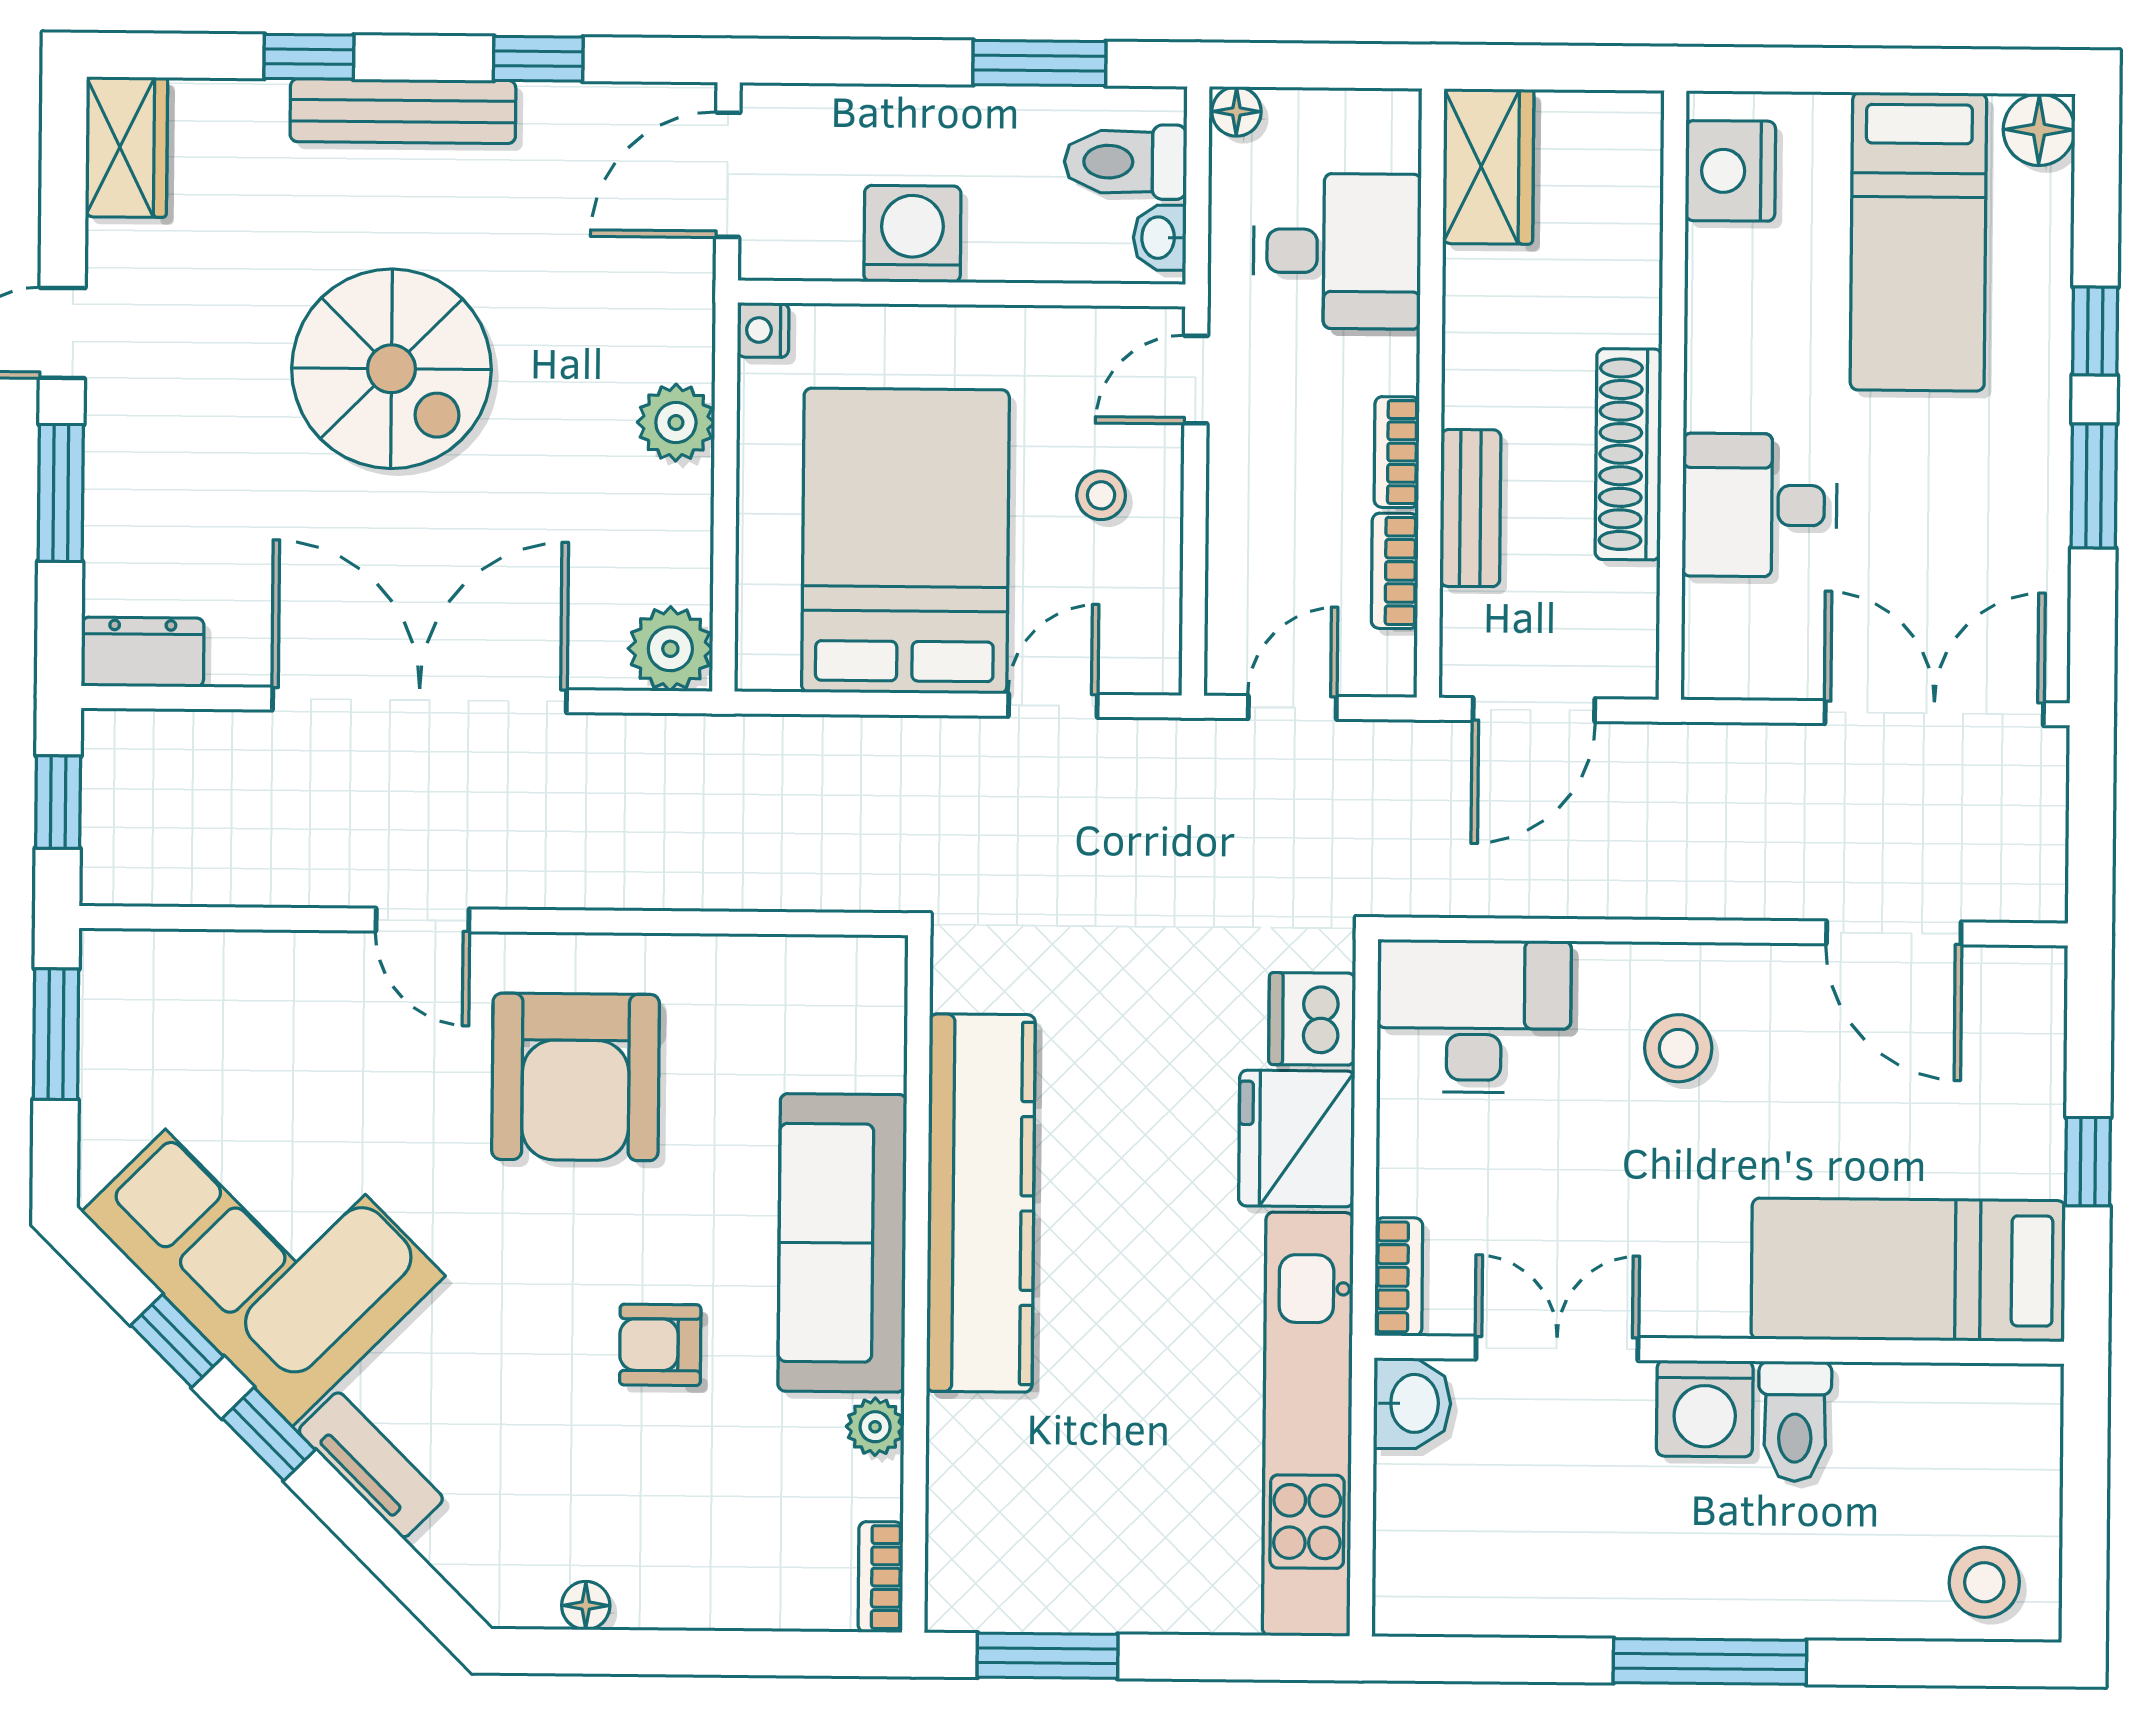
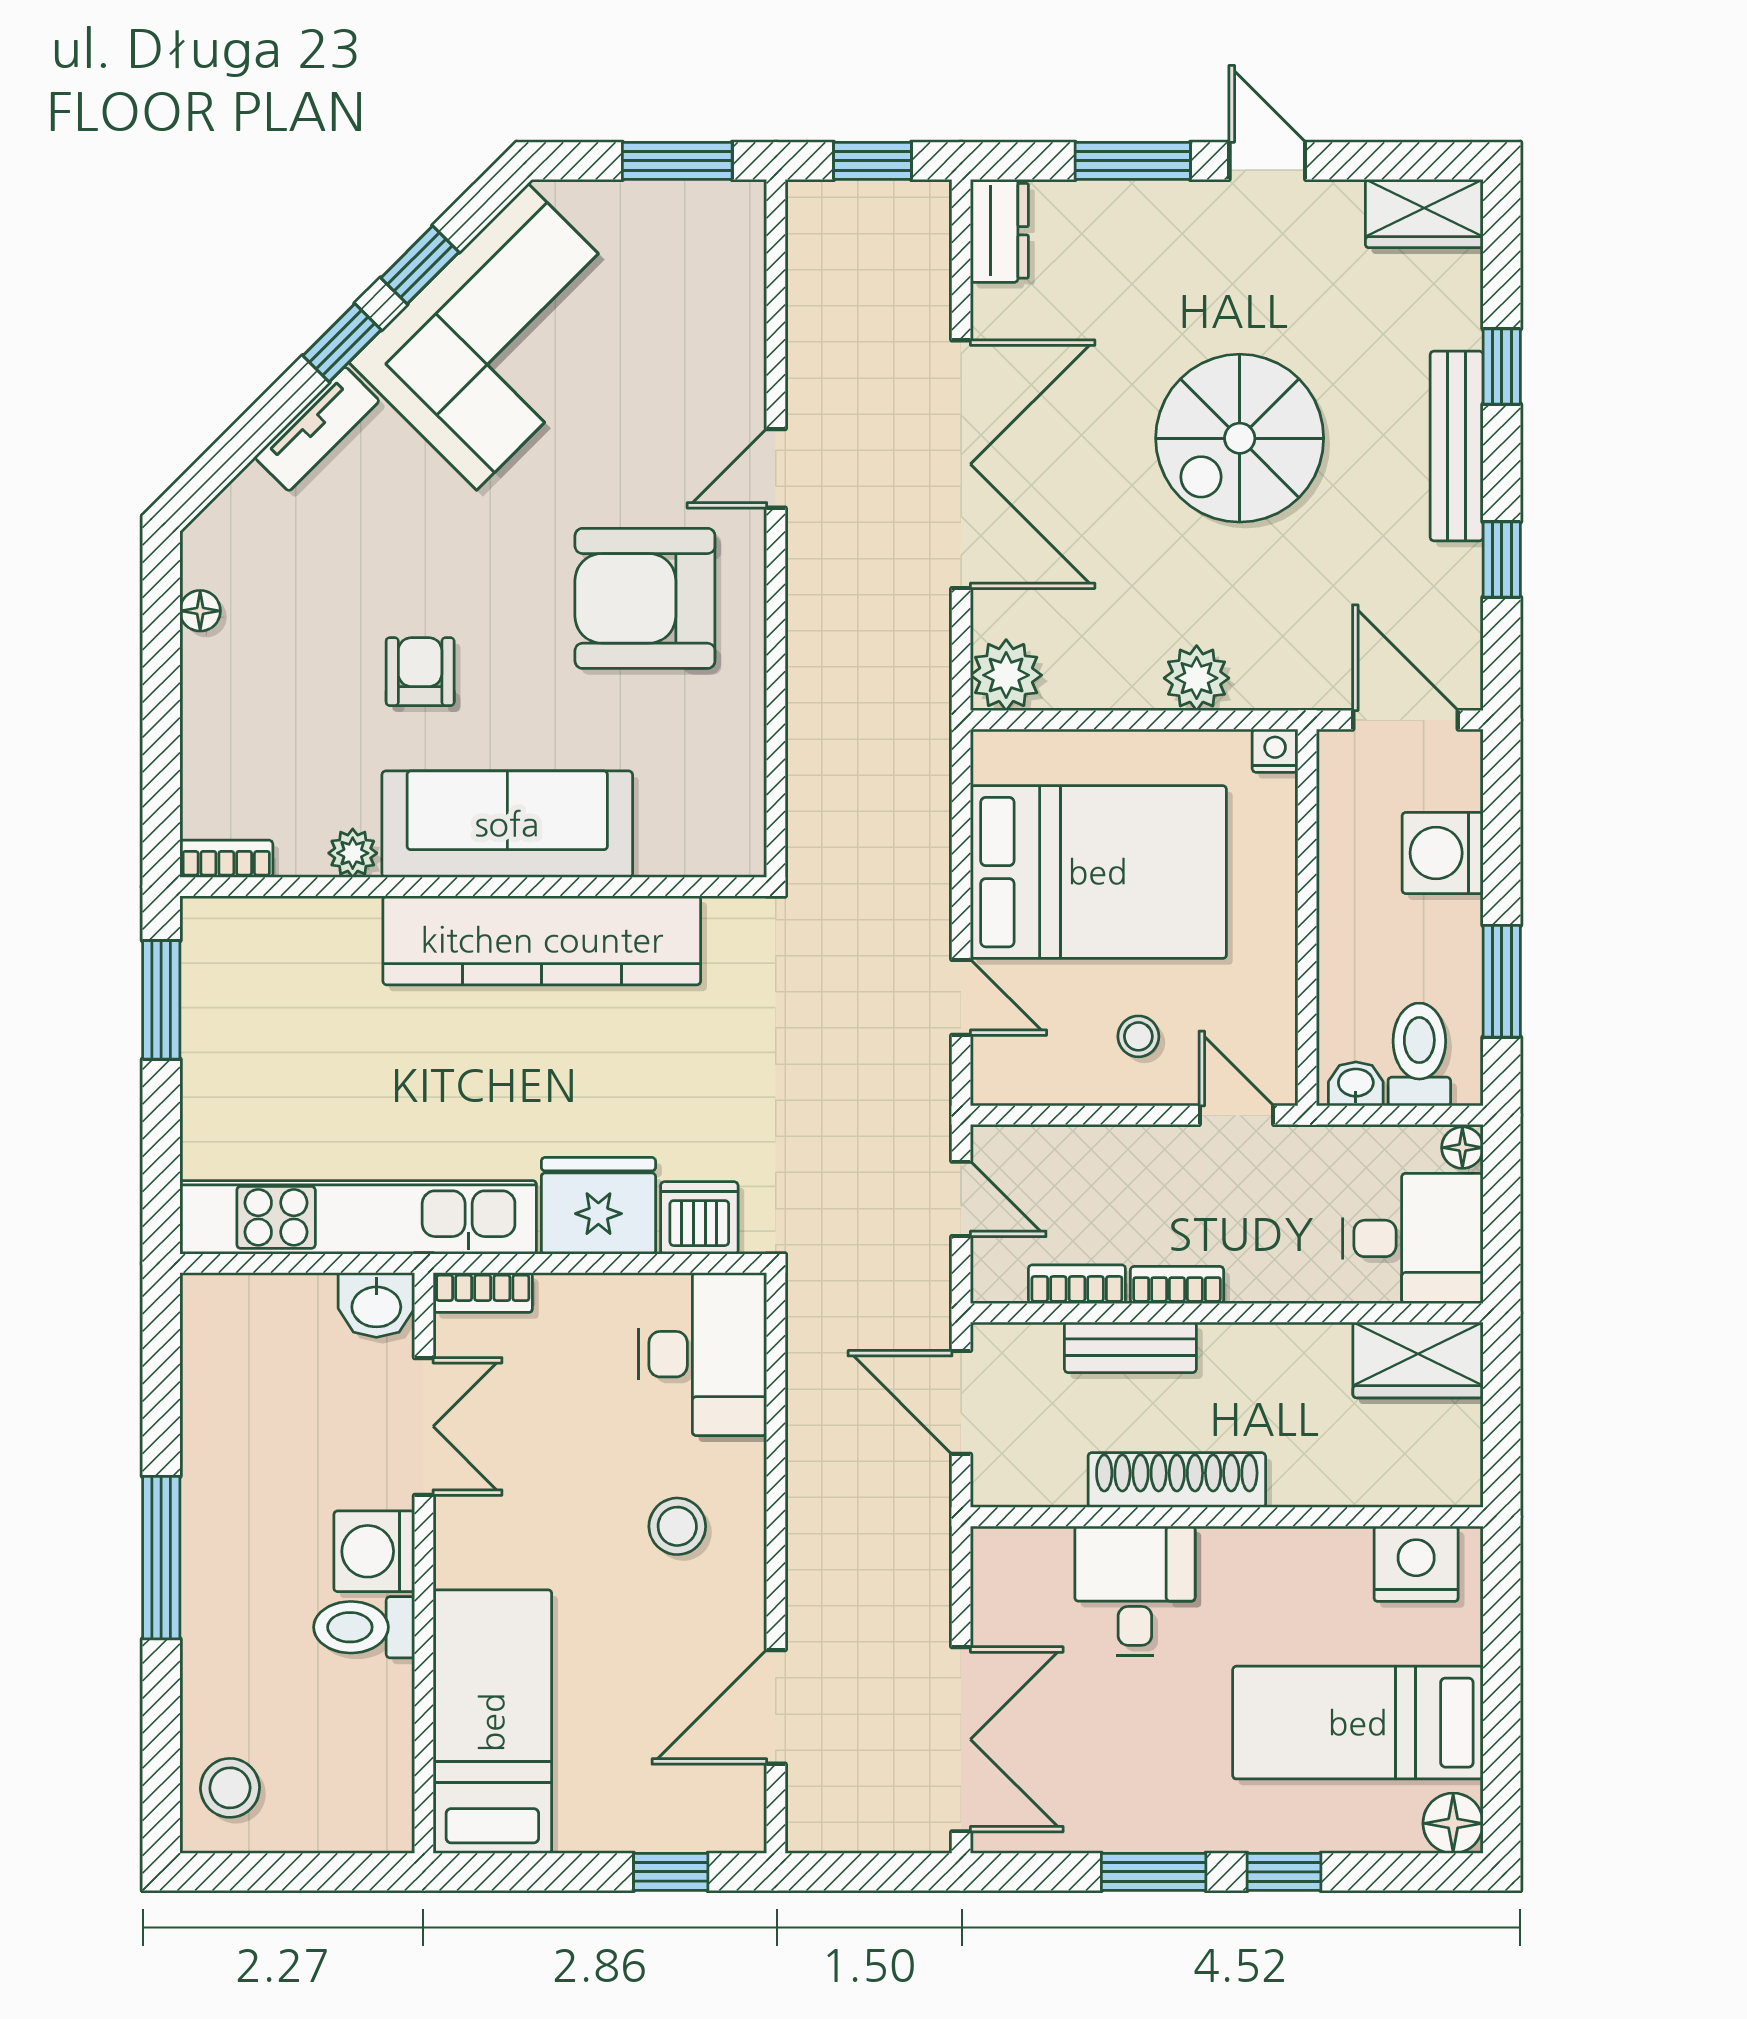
washing machine: (912, 234) -> (1443, 853), moved, turned 180
desk: (1337, 251) -> (1413, 1238), moved, turned -90
window: (2088, 1162) -> (671, 1872), moved

